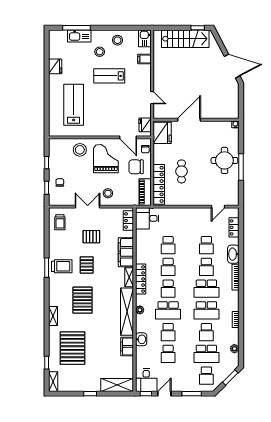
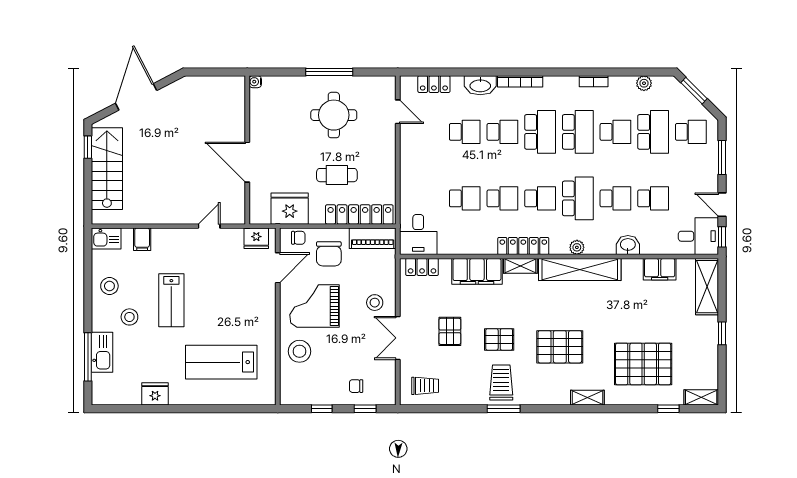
door: (232, 66) -> (136, 97), moved
fridge: (162, 133) -> (290, 209), moved
round table: (224, 160) -> (334, 115), moved
filing cabinet: (127, 346) -> (660, 269), moved

